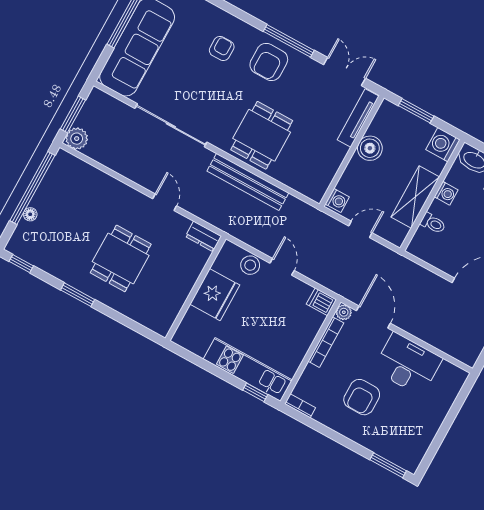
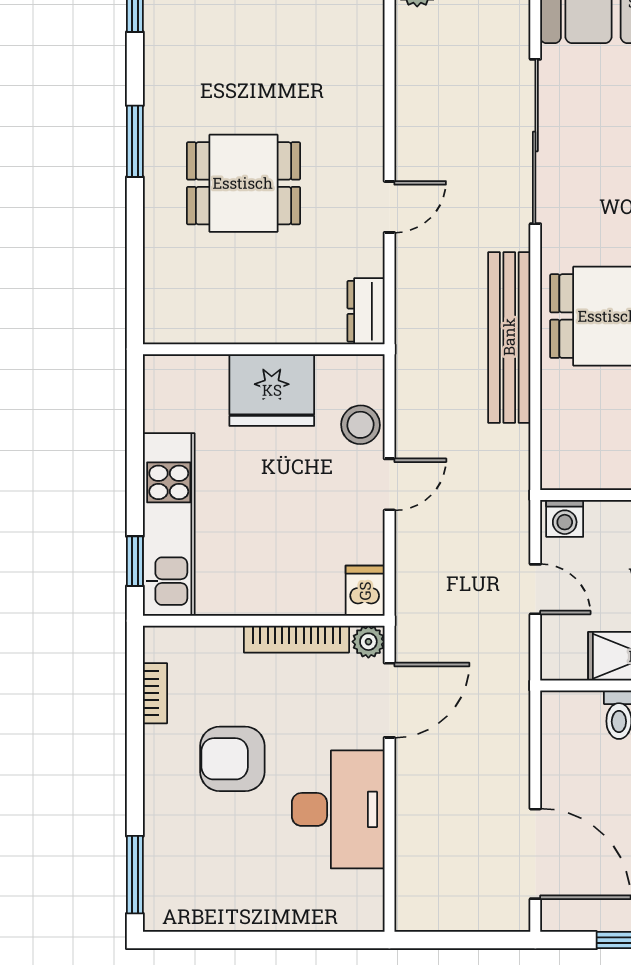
bookcase: (300, 406) -> (155, 693), moved

